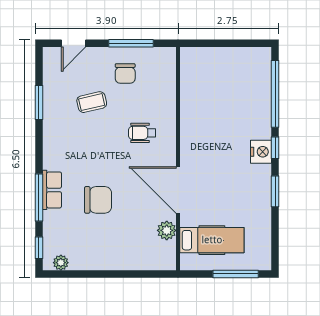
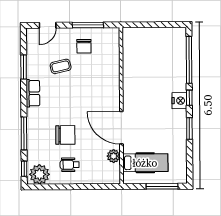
wheelchair: (142, 133) -> (70, 165), moved
row of seats: (52, 190) -> (33, 93), moved
plant: (61, 263) -> (39, 174), width x1.88, depth x1.88

